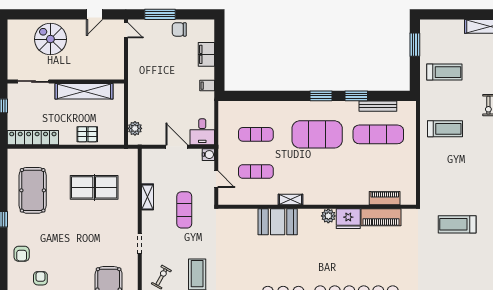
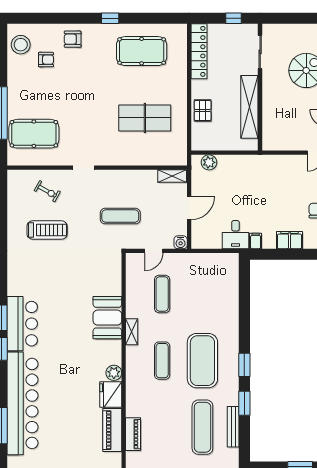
desk: (202, 132) -> (236, 235), moved, turned -90
exercise mat: (256, 134) -> (162, 361), moved
table tennis table: (94, 187) -> (145, 118), turned 90
shelving: (147, 197) -> (172, 176), moved

